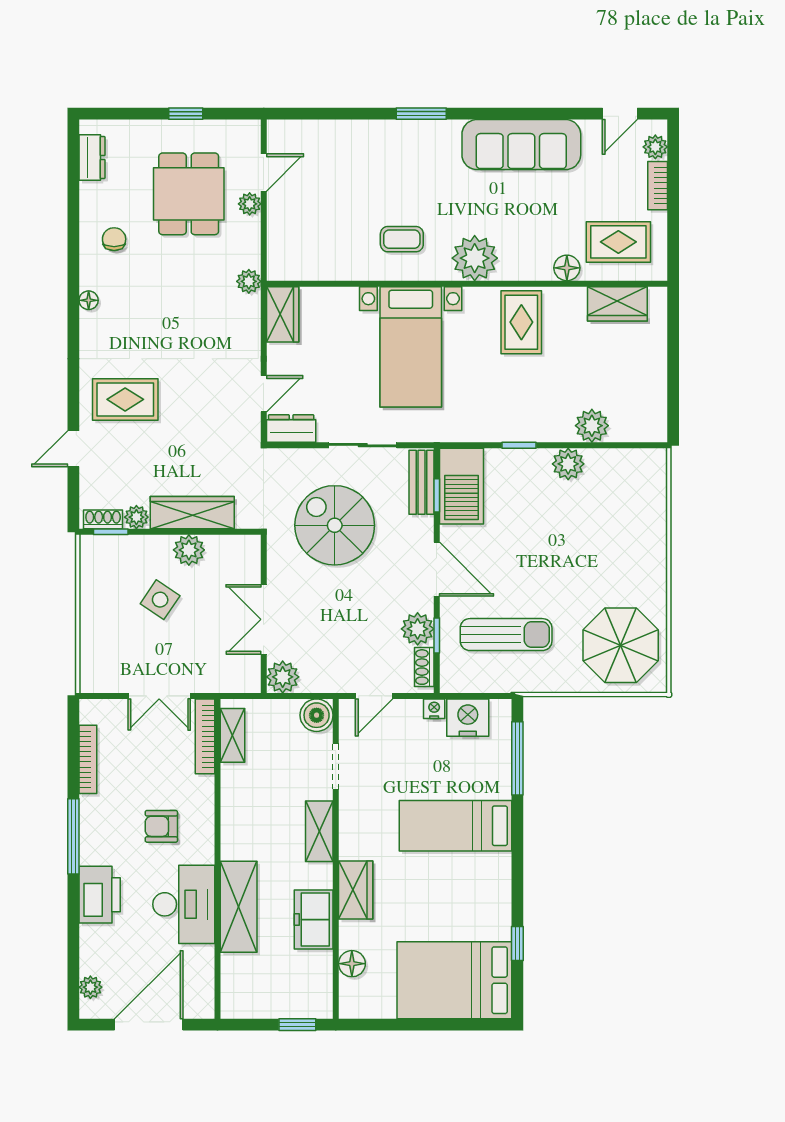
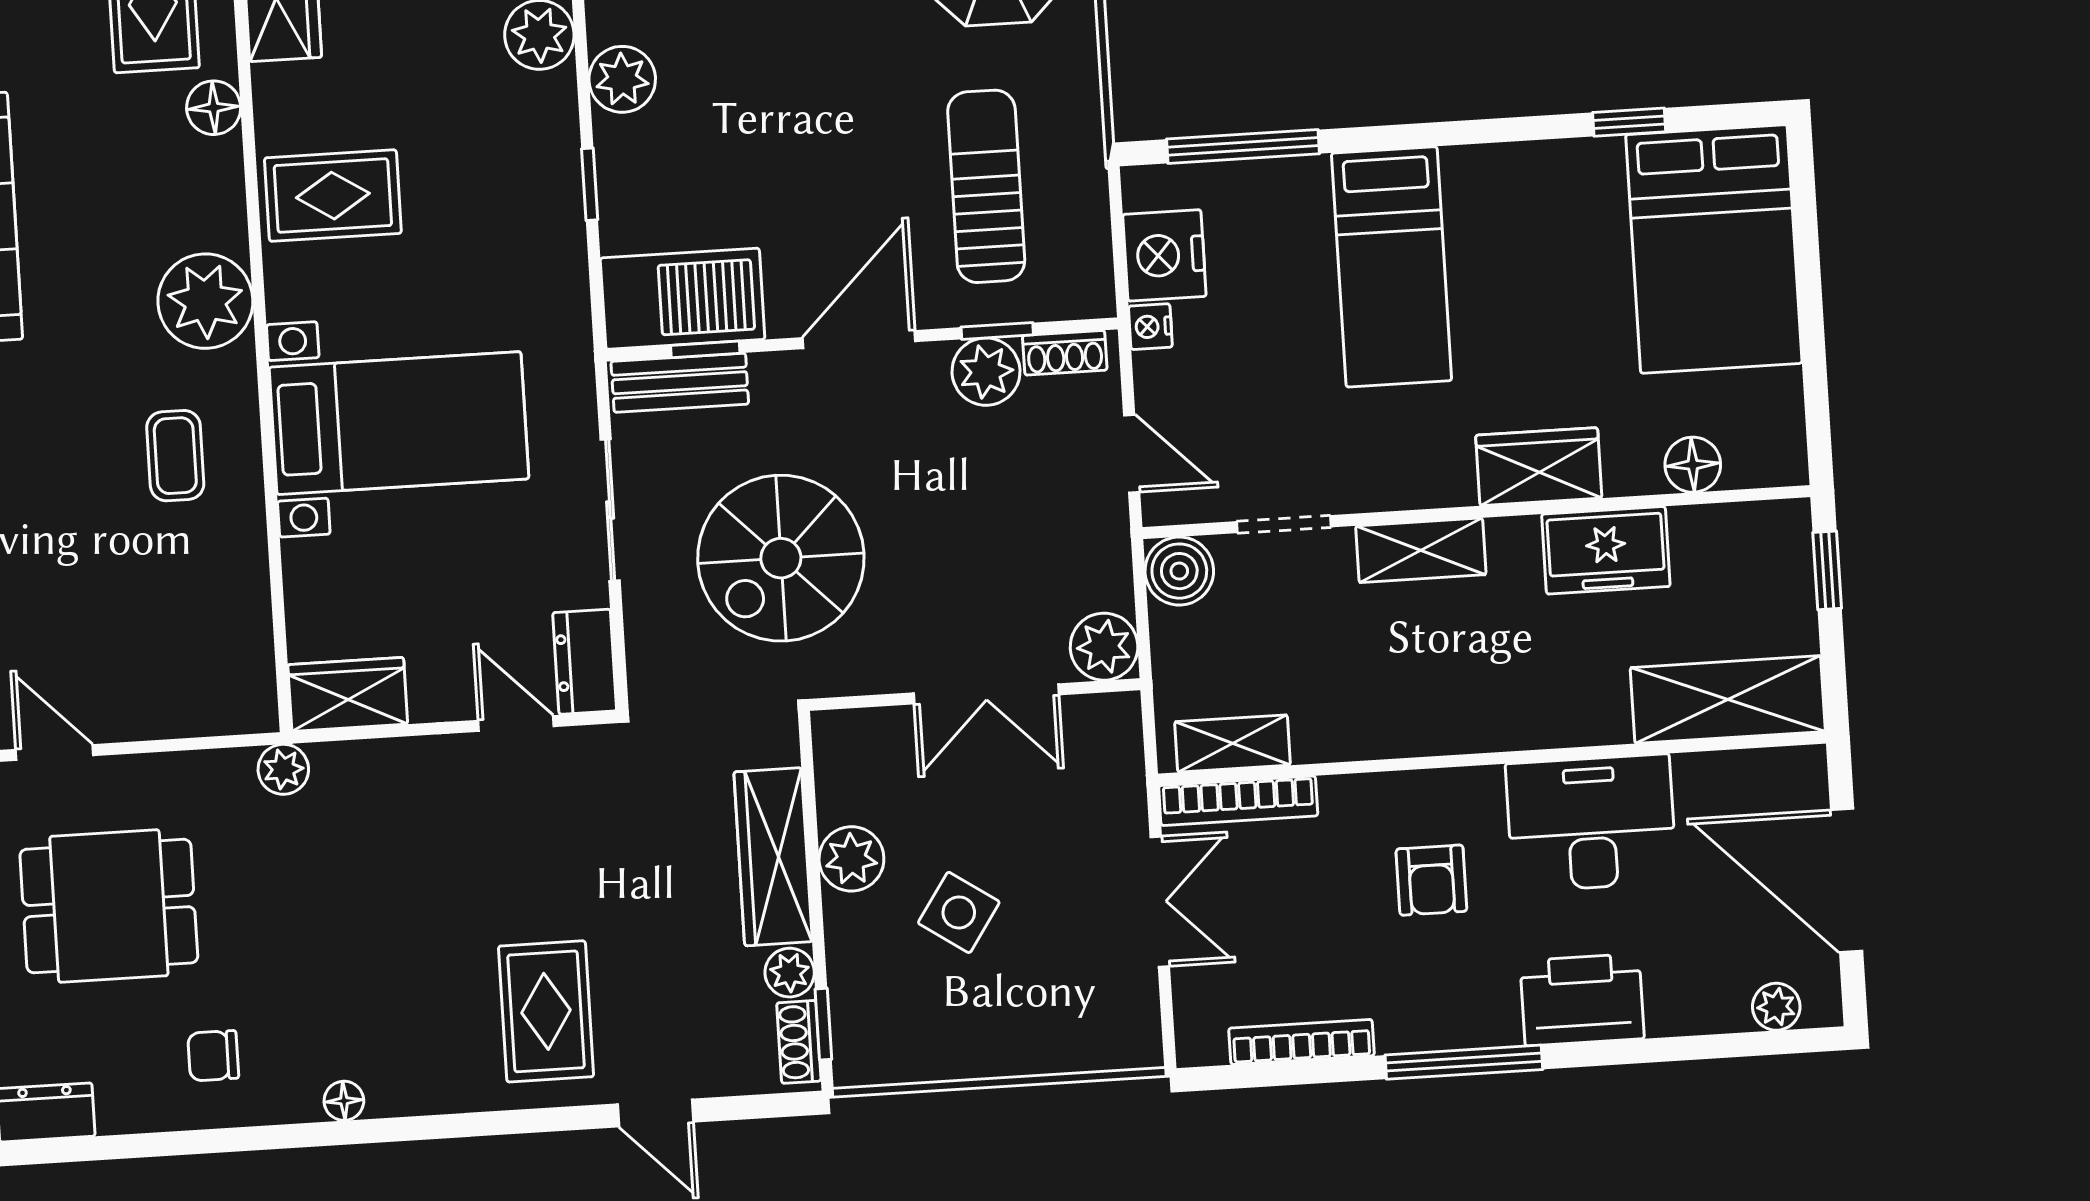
plant: (250, 204) -> (122, 778), removed
shelving: (239, 907) -> (1728, 700), moved

